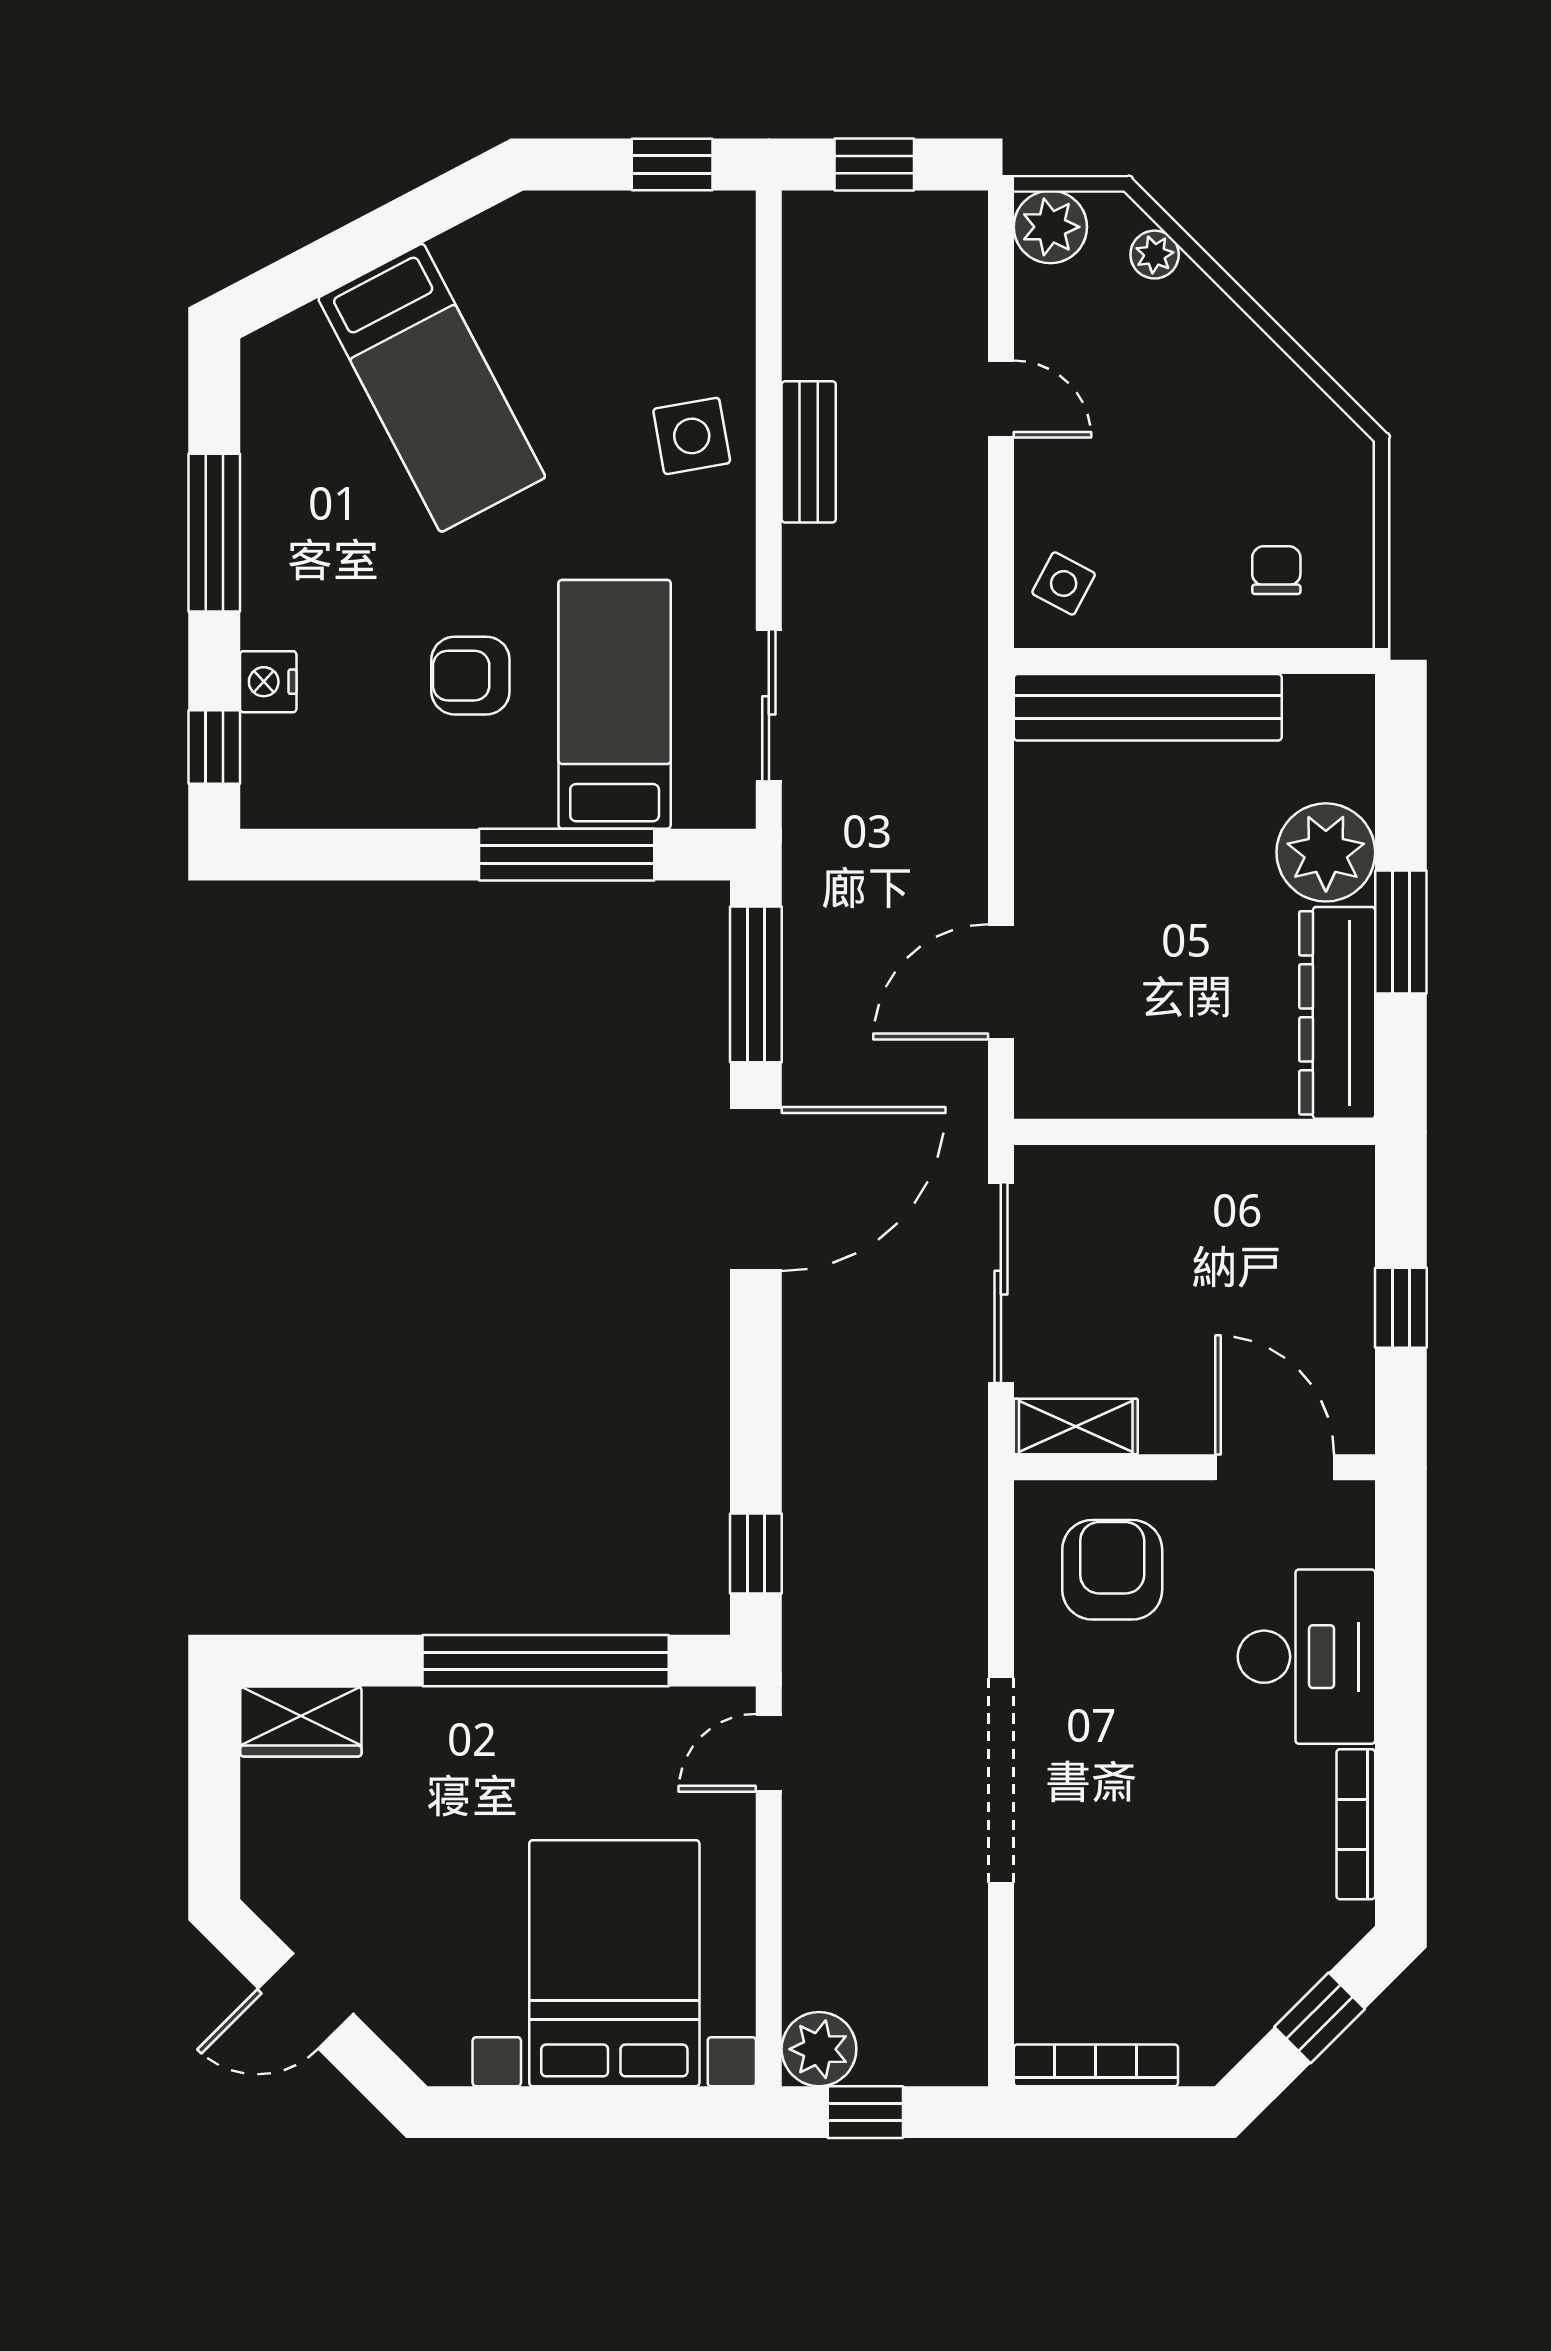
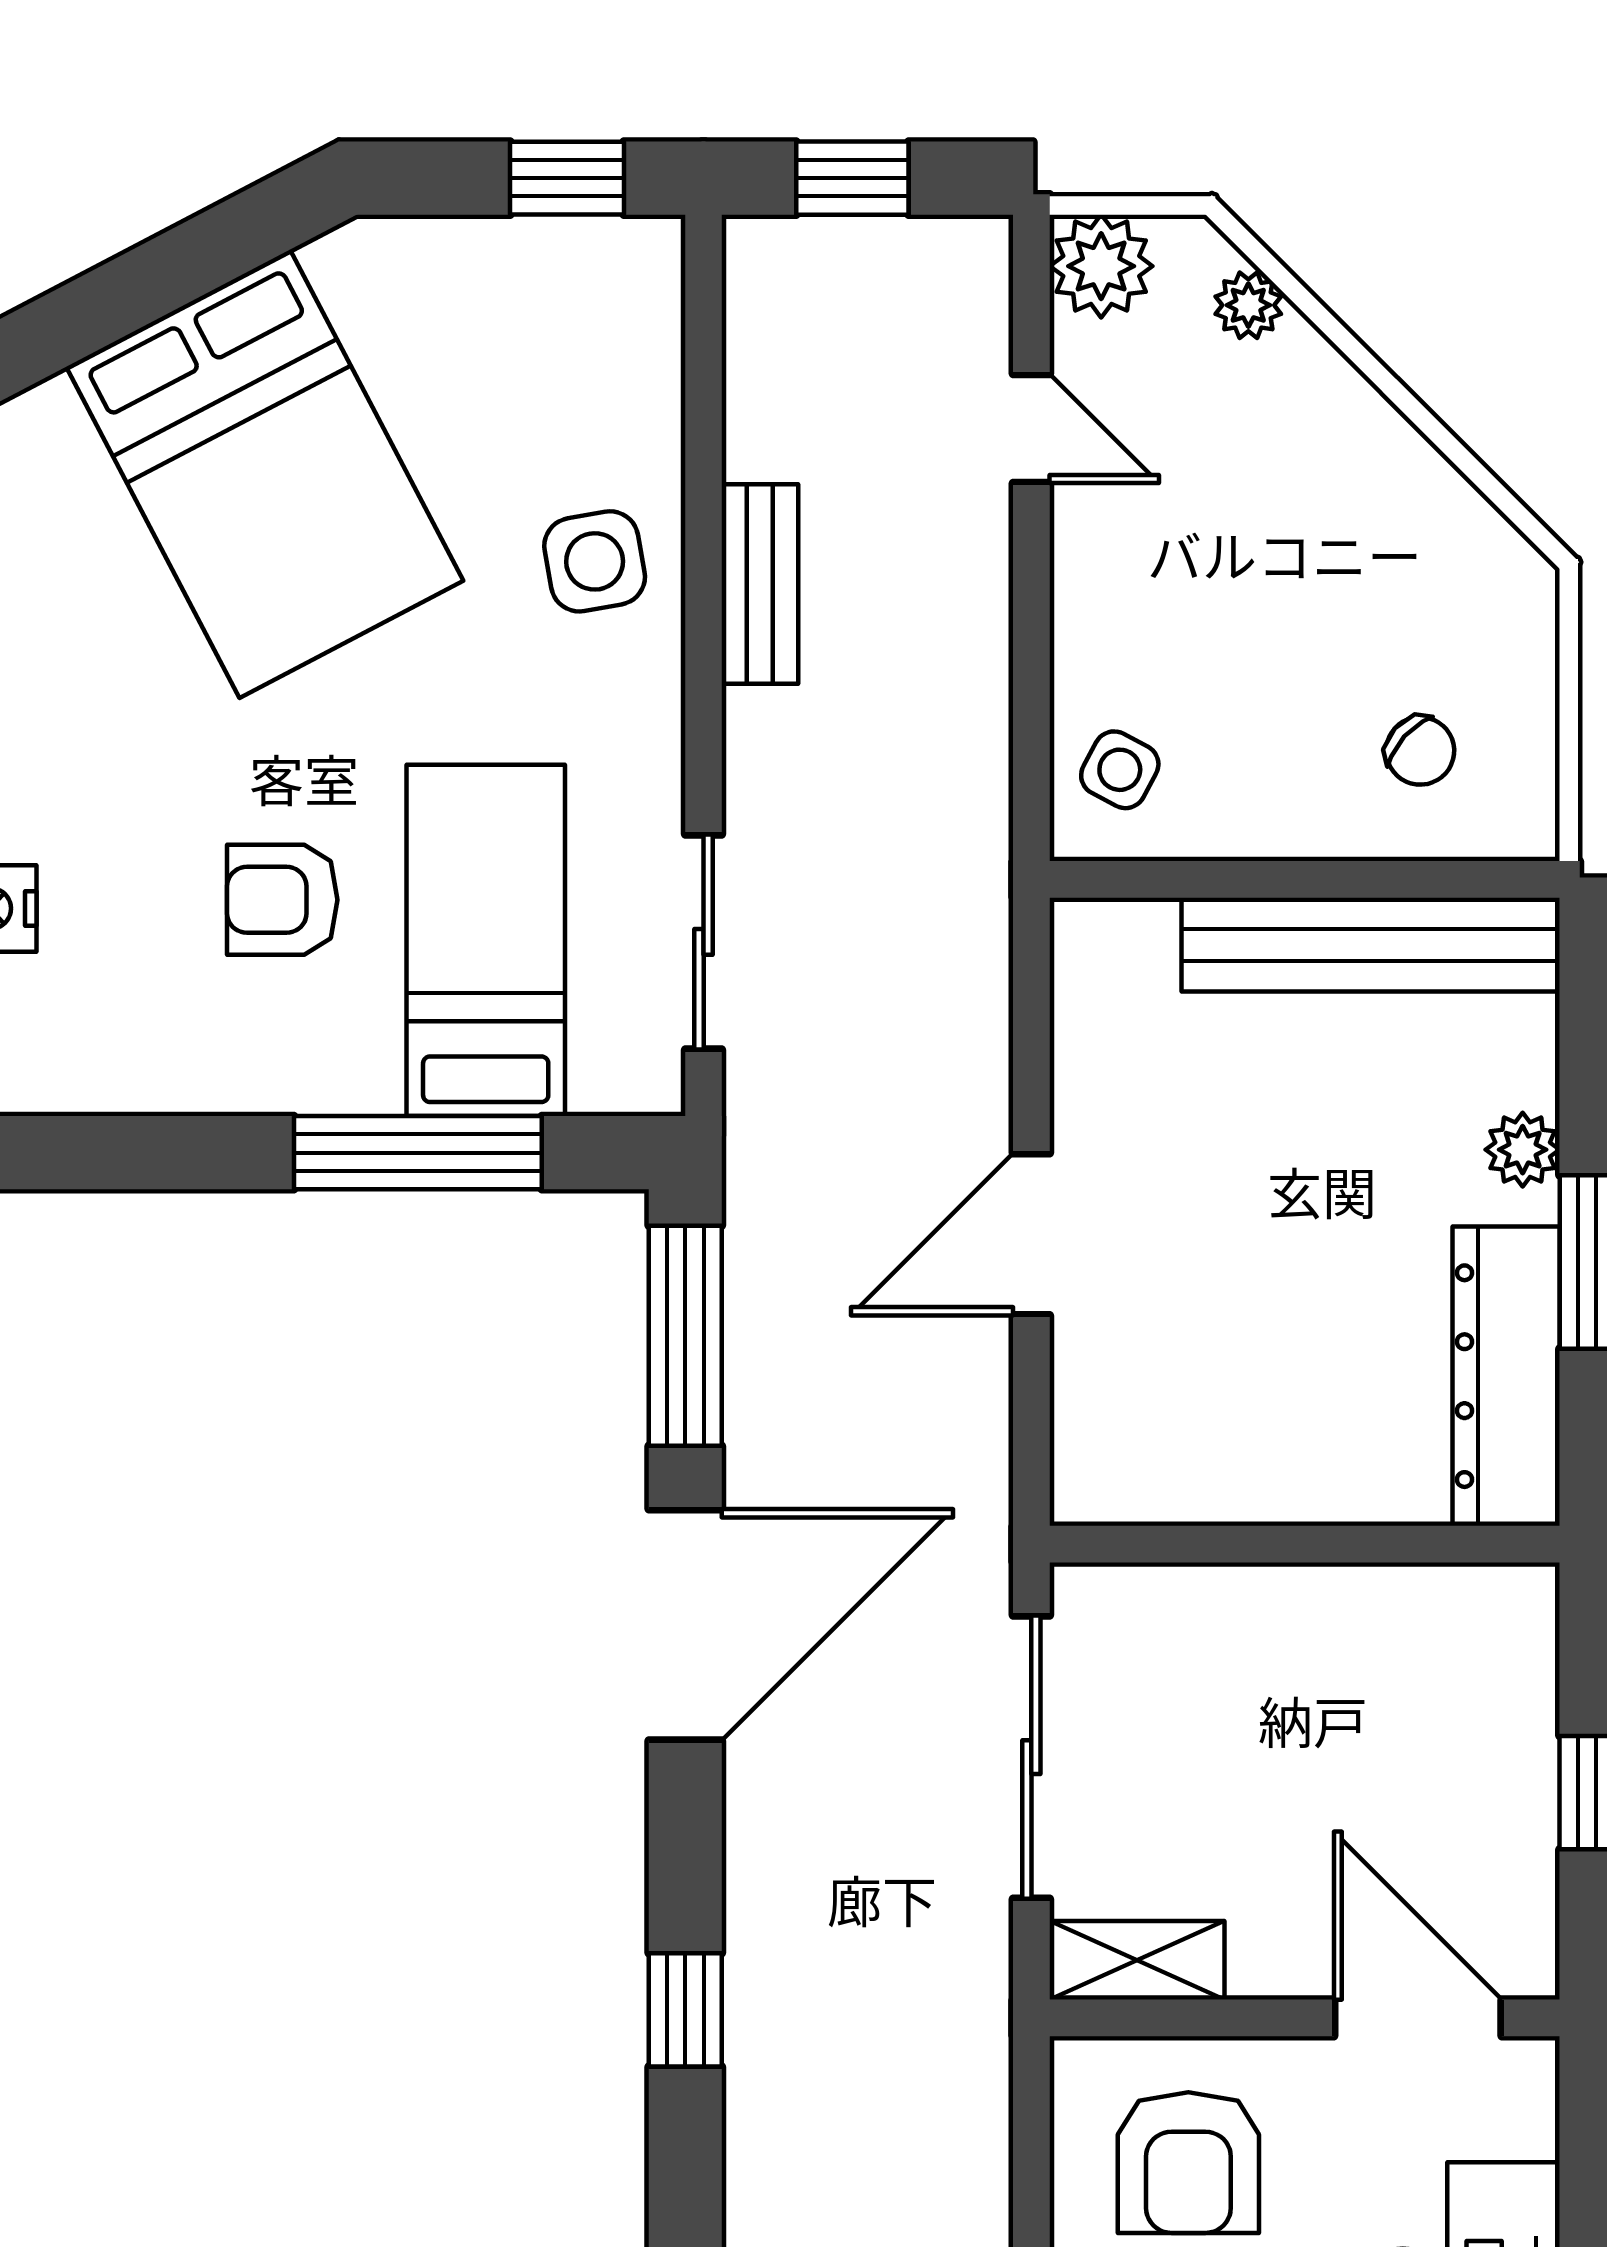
bed: (432, 388) -> (265, 474), width x1.50
door: (1001, 399) -> (1031, 428), moved
chair: (1276, 570) -> (1420, 751), turned 132
bench: (1148, 707) -> (1371, 945), moved
plant: (1326, 852) -> (1523, 1150), width x0.53, depth x0.53
door: (1001, 982) -> (1031, 1234), moved
window: (756, 1553) -> (685, 2010), moved
armchair: (1112, 1570) -> (1188, 2163), turned 180

